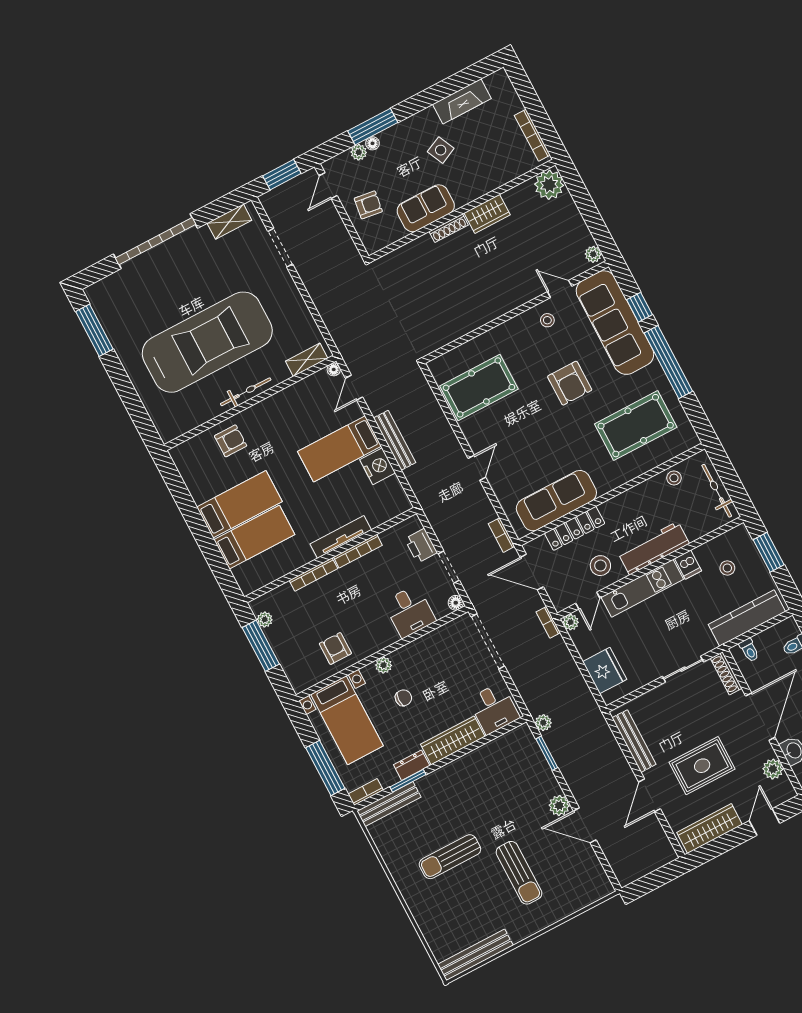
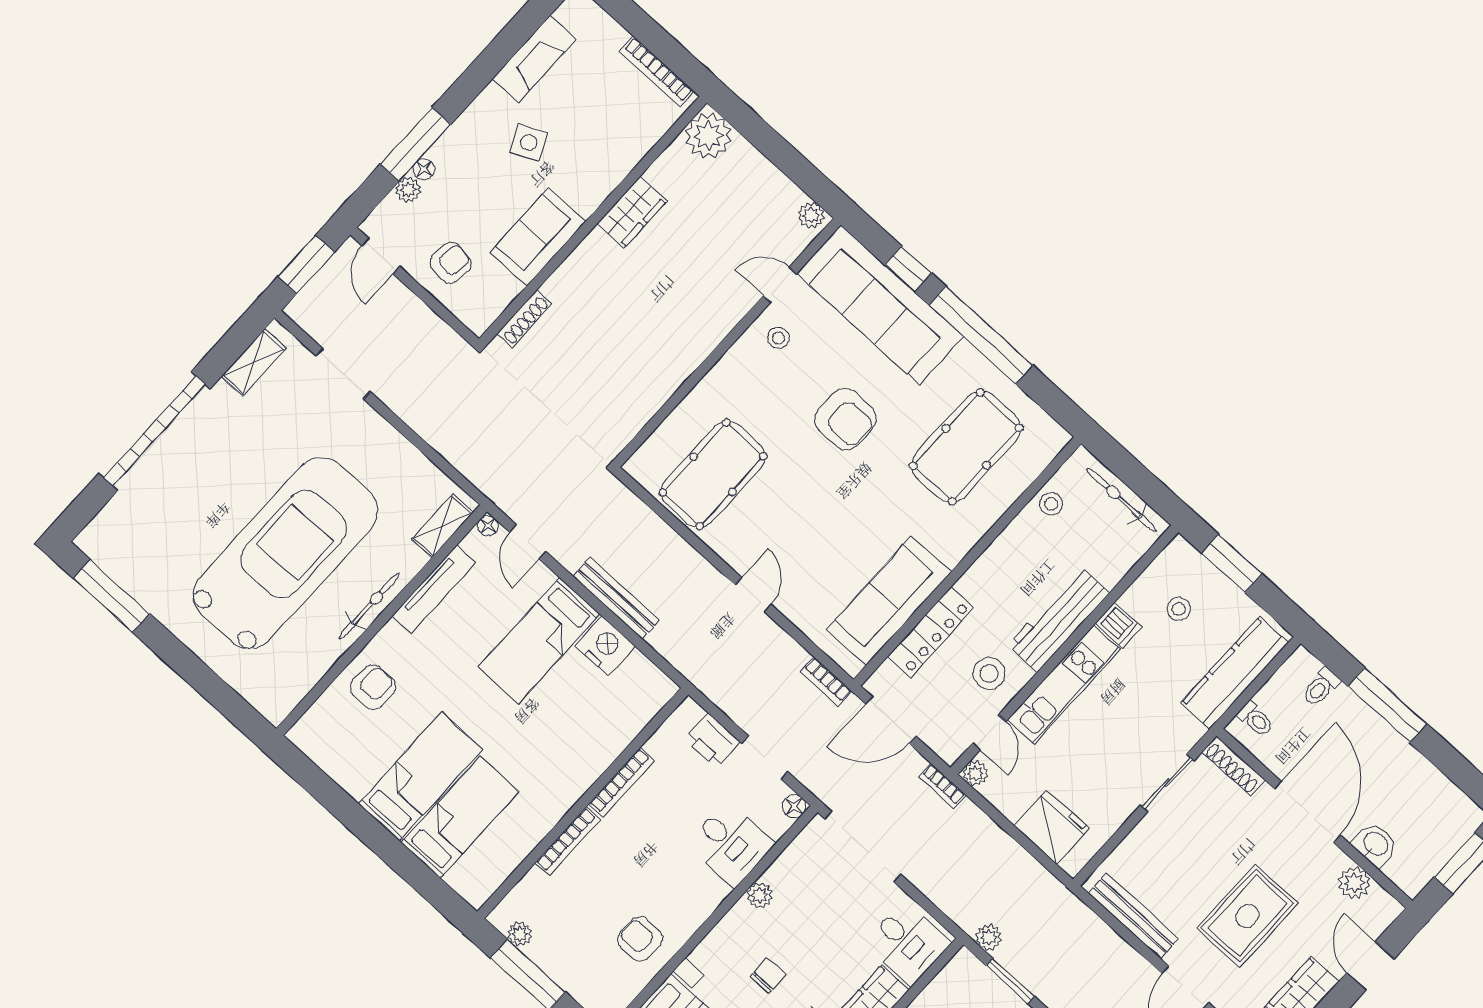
shoe rack: (449, 228) -> (524, 319), moved
tv unit: (341, 537) -> (434, 589), moved, turned 180
plant: (384, 665) -> (760, 895), moved

